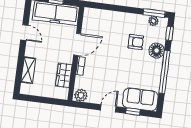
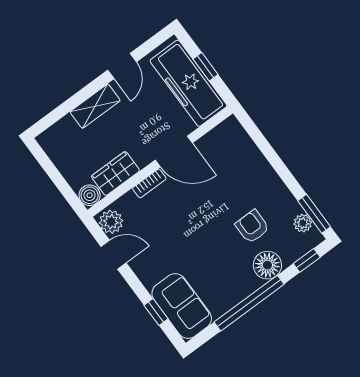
armchair: (136, 42) -> (252, 227), turned 180
shelving: (28, 70) -> (95, 106), moved
boiler: (63, 94) -> (90, 195), added
door: (108, 108) -> (114, 255), moved

